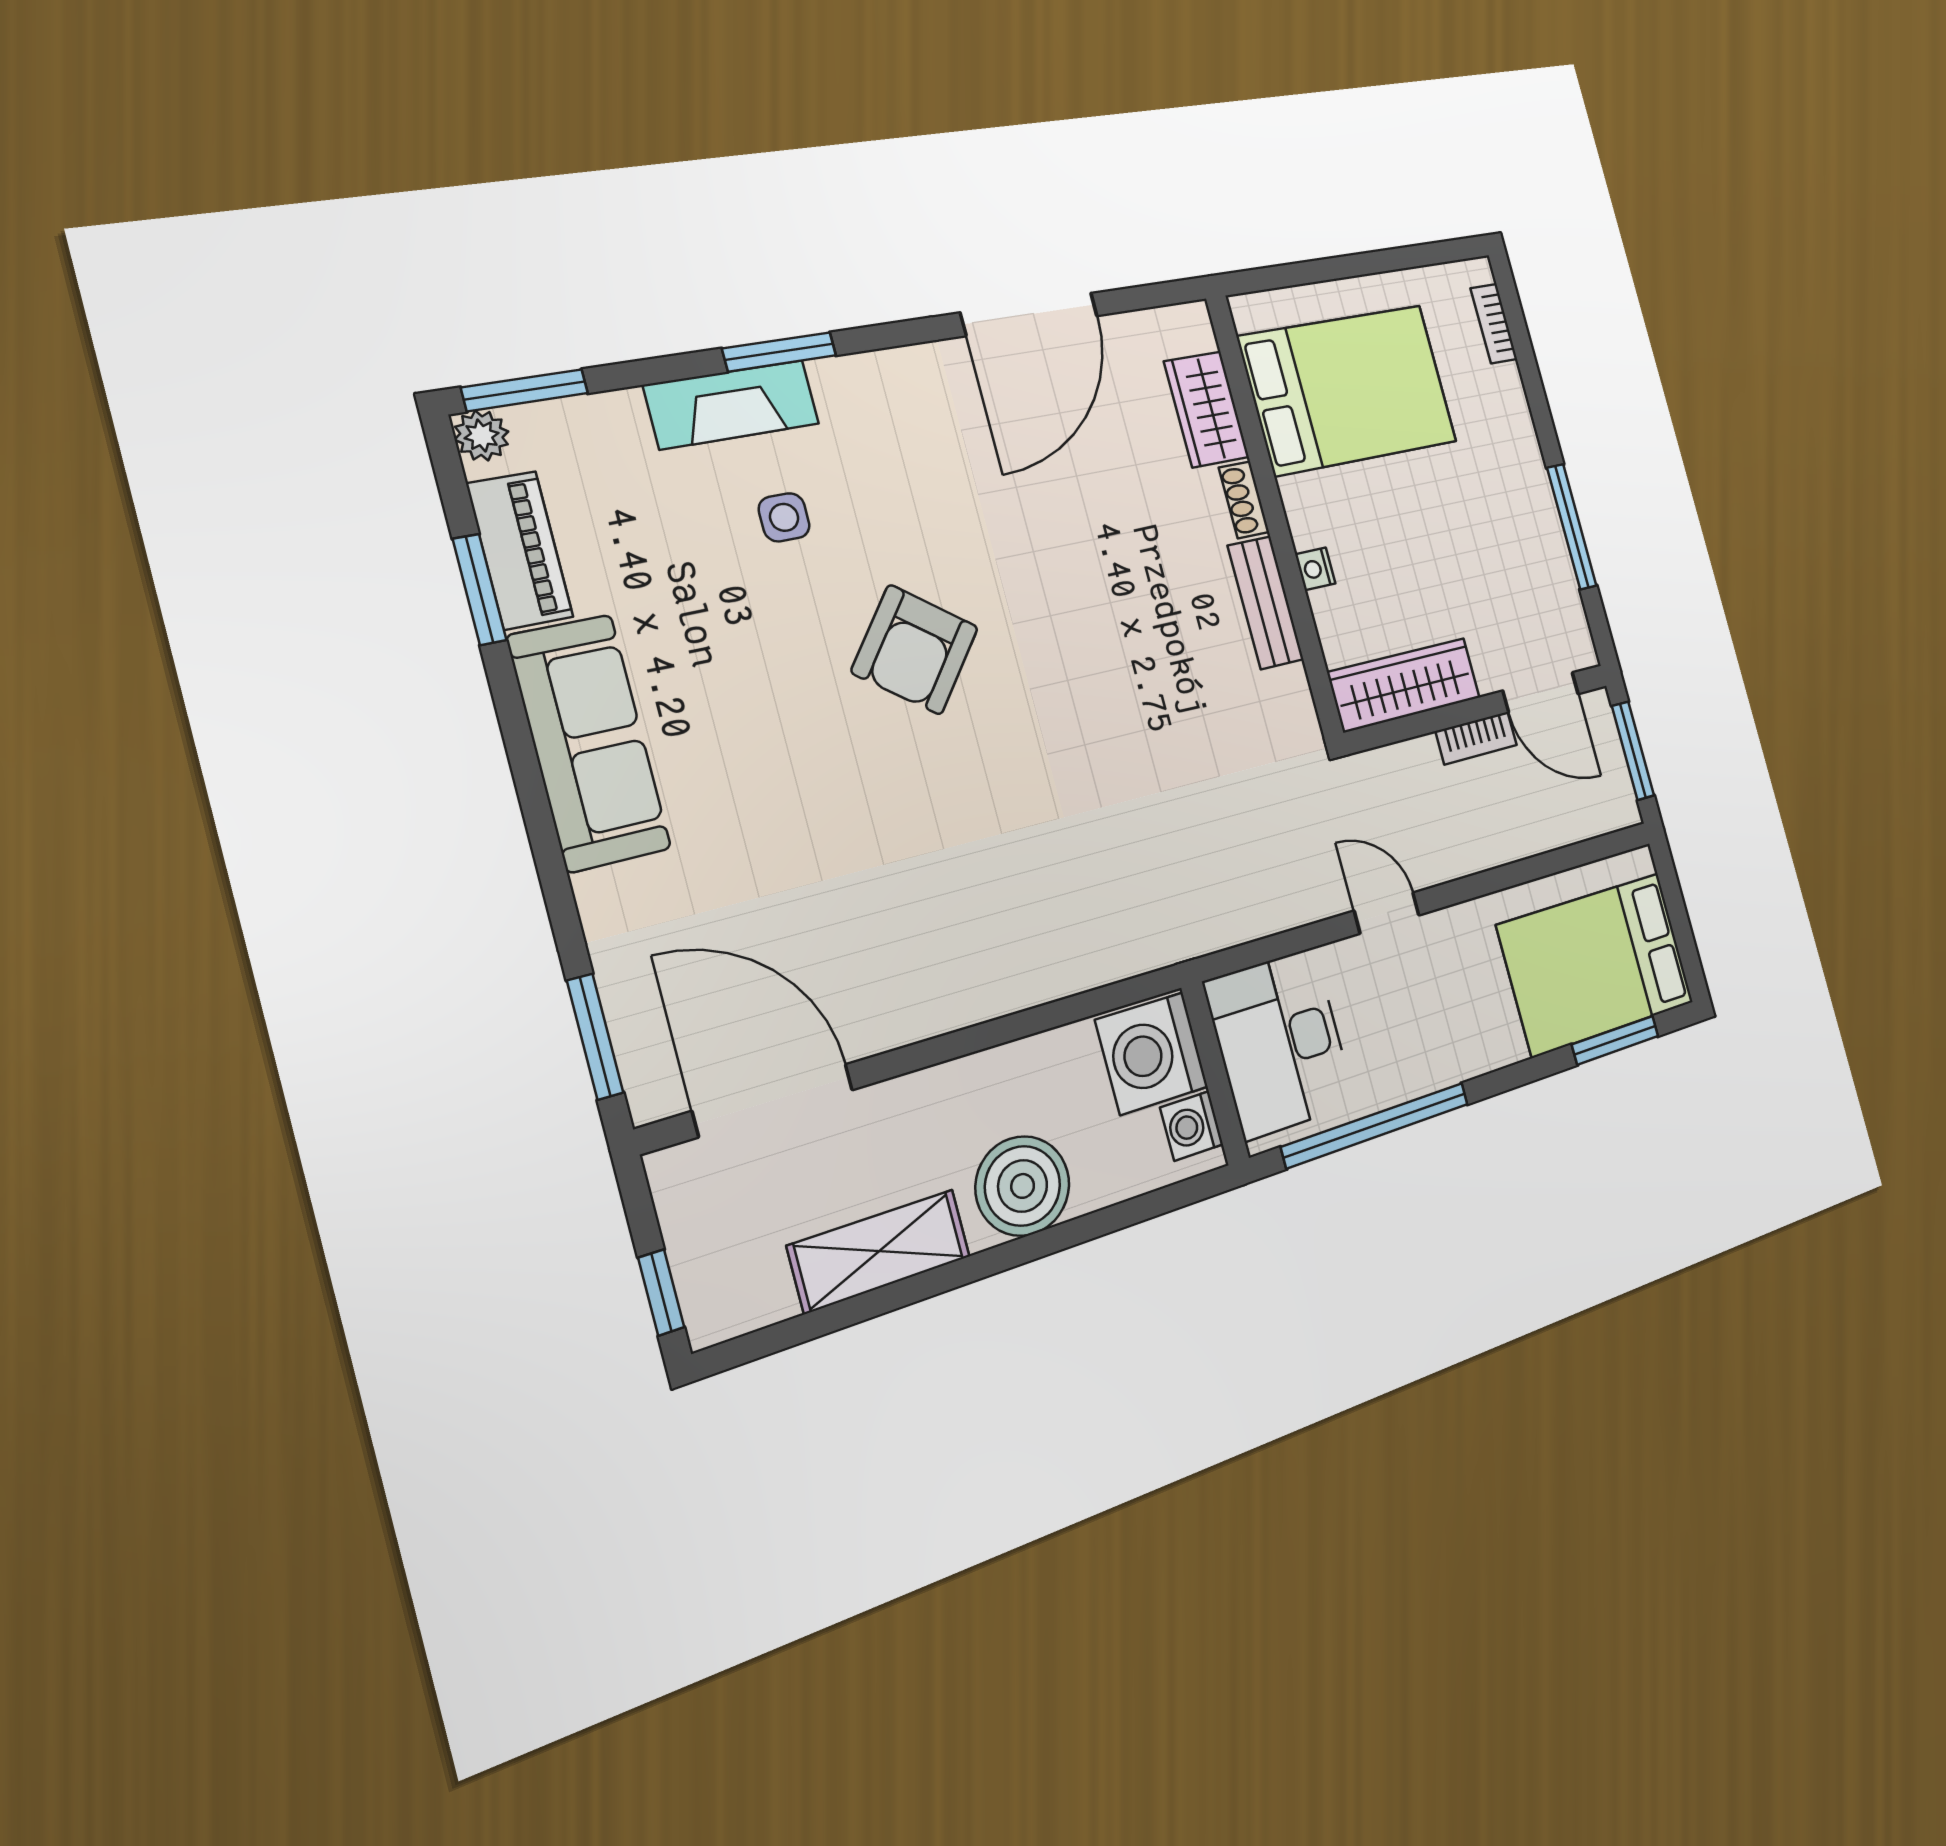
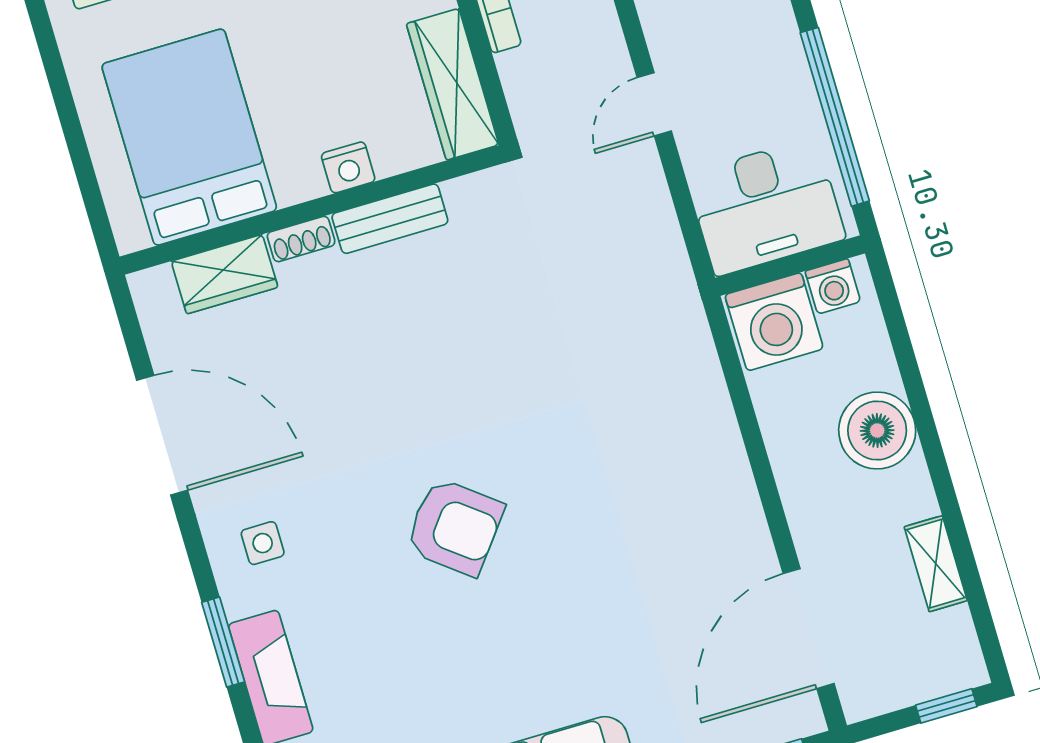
side table: (784, 517) -> (263, 543), moved
nightstand: (1315, 569) -> (348, 167), width x1.39, depth x1.35
shelving: (879, 1251) -> (936, 564), width x0.67, depth x0.75

